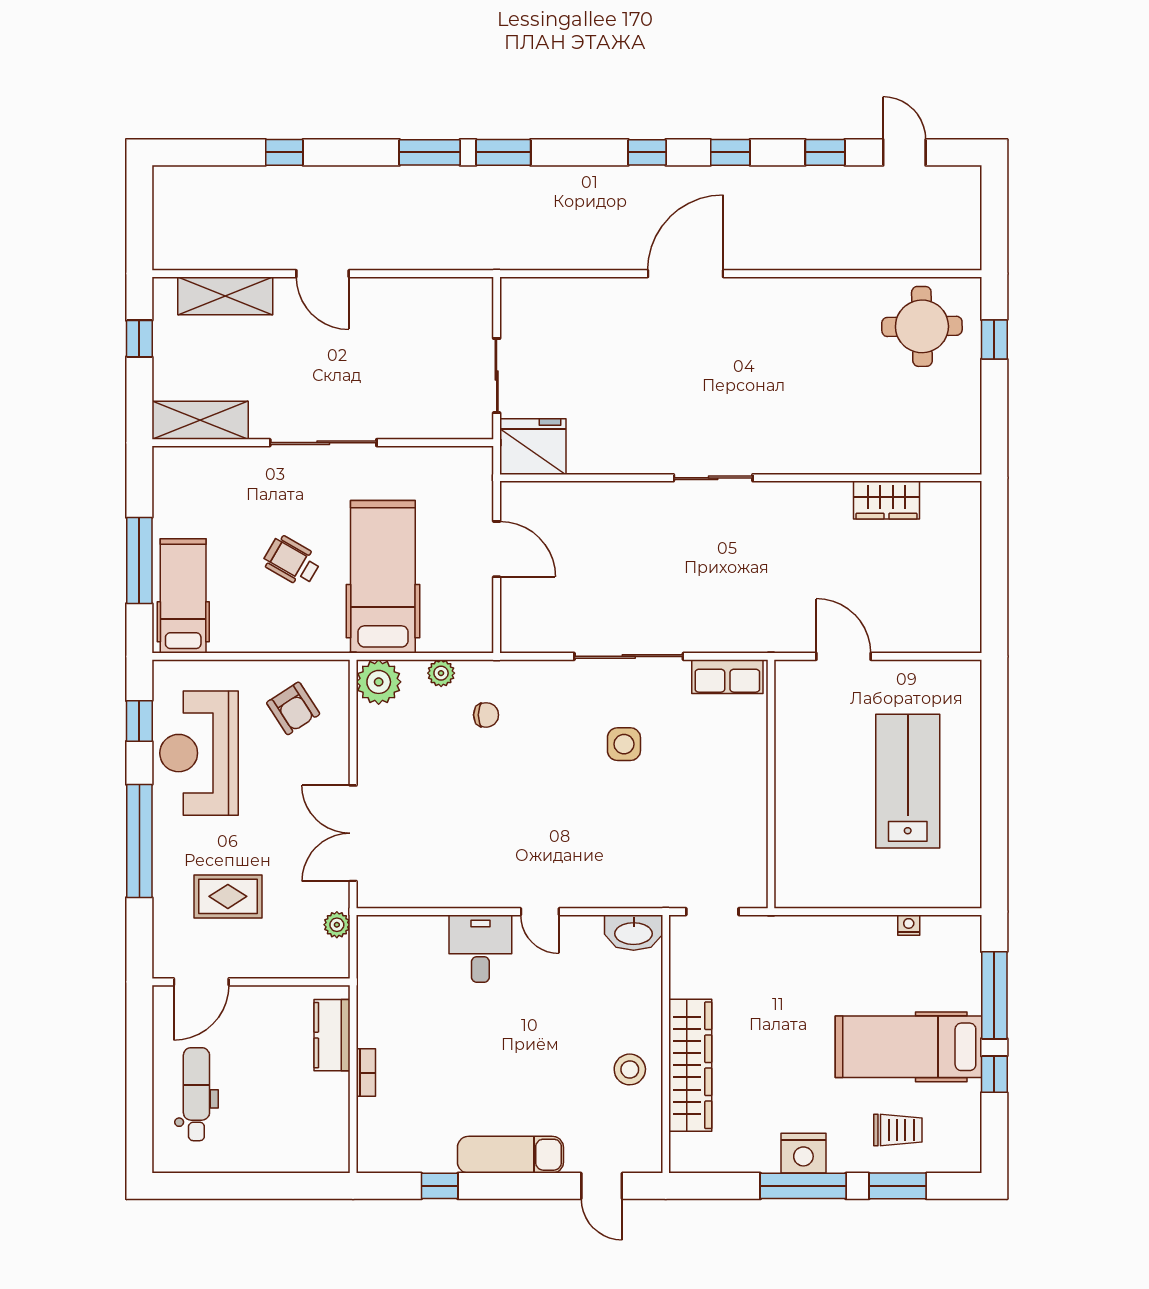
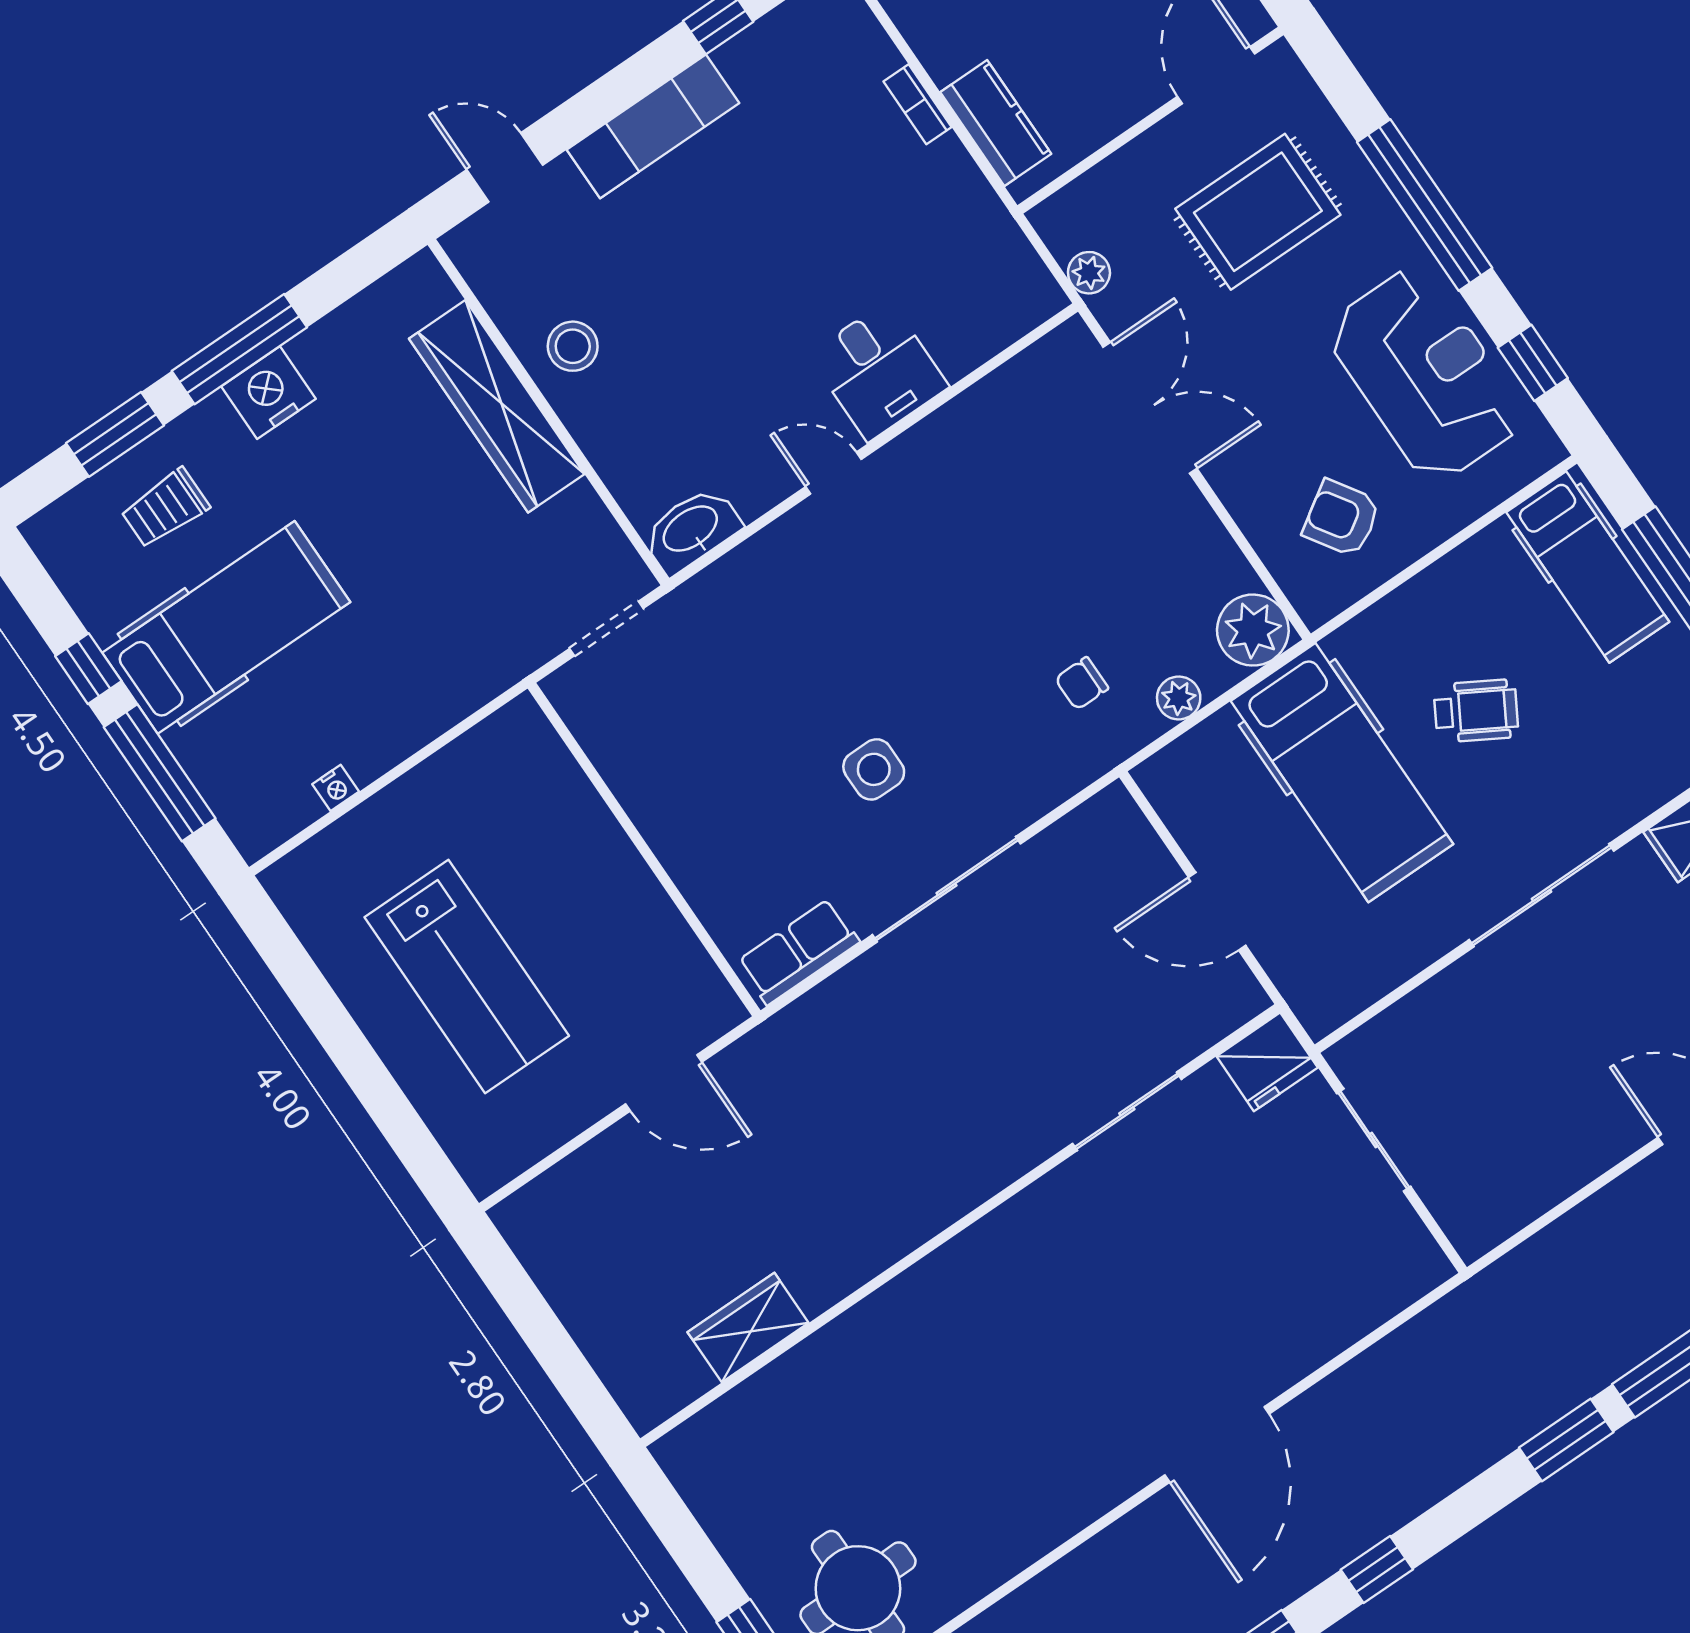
fridge: (533, 447) -> (1267, 1062), width x0.73, depth x0.75
sliding door: (713, 478) -> (1127, 1111), moved
rug: (228, 896) -> (1258, 212), width x1.36, depth x1.43

